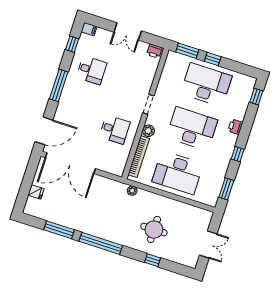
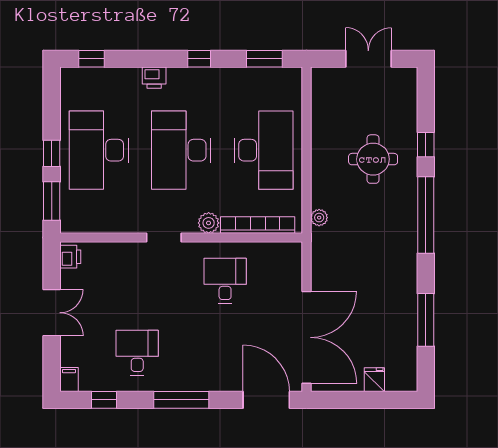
window: (101, 243) -> (426, 215), moved

